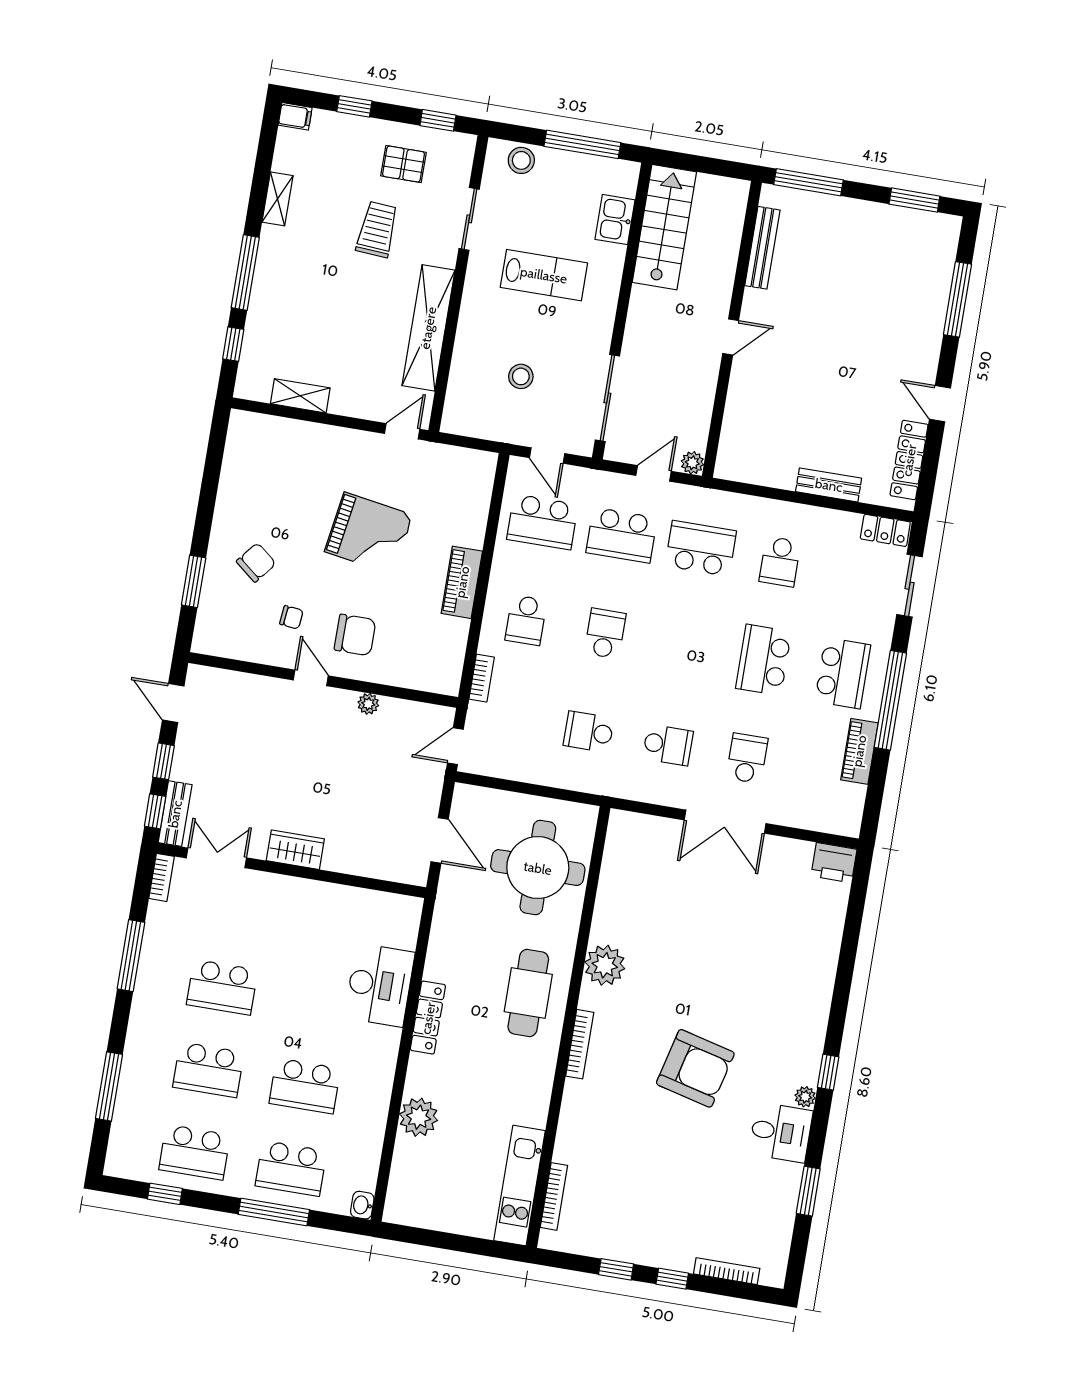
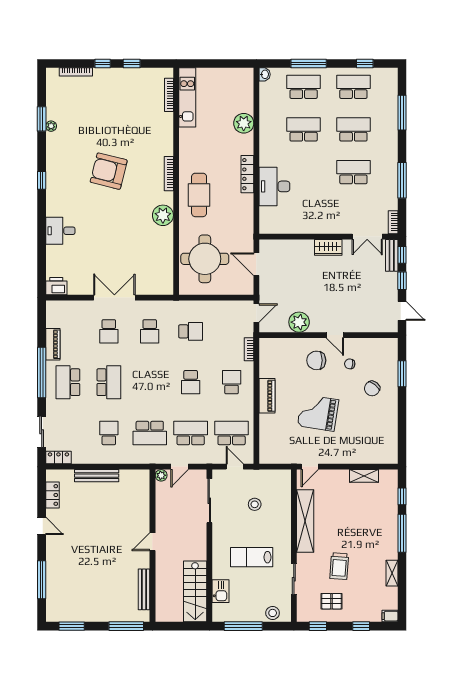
locker: (909, 460) -> (52, 495), width x0.66
bench: (829, 485) -> (97, 476), width x1.36
plant: (368, 704) -> (299, 322), width x1.87, depth x1.87
school desk: (668, 745) -> (150, 331), turned -90
plant: (805, 1097) -> (51, 126), moved
desk: (781, 1132) -> (60, 231), moved

